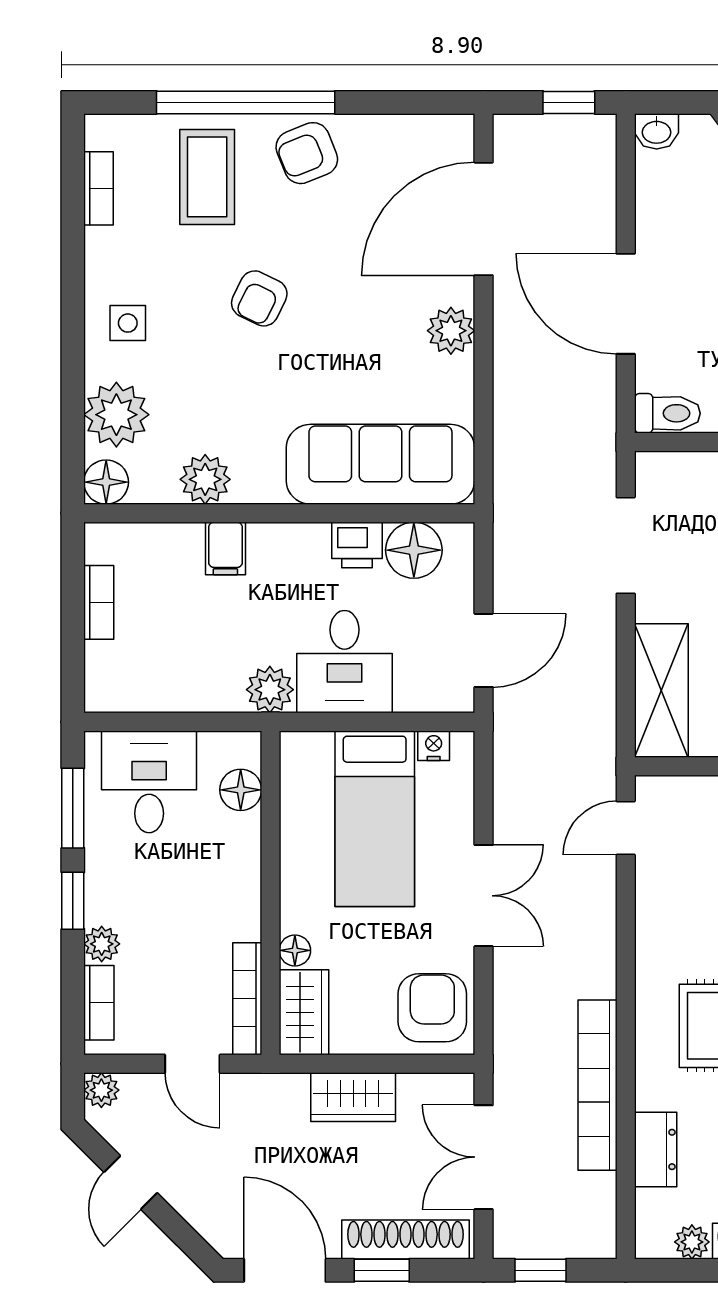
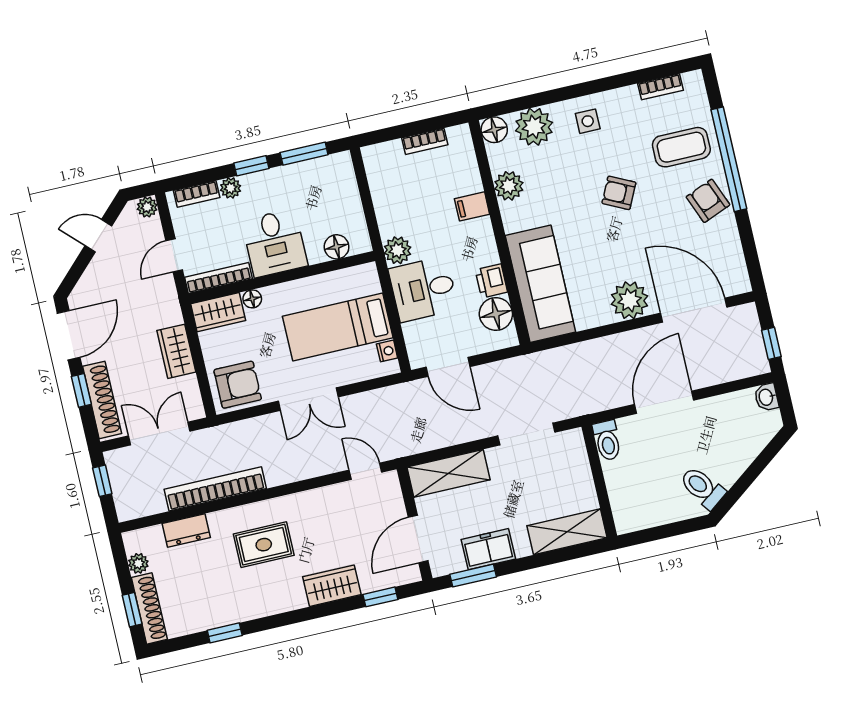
plant: (451, 331) -> (630, 300), width x1.36, depth x1.36
desk: (149, 782) -> (275, 243), moved, turned 90

